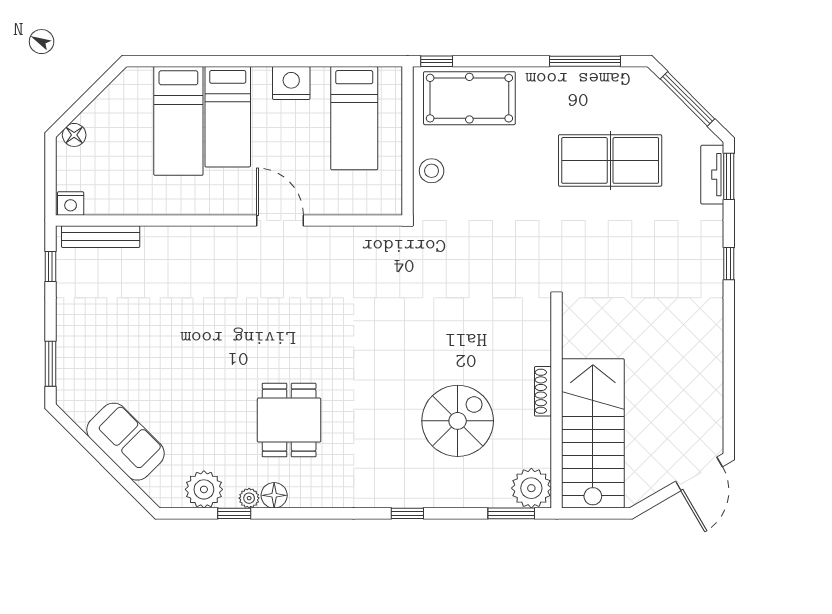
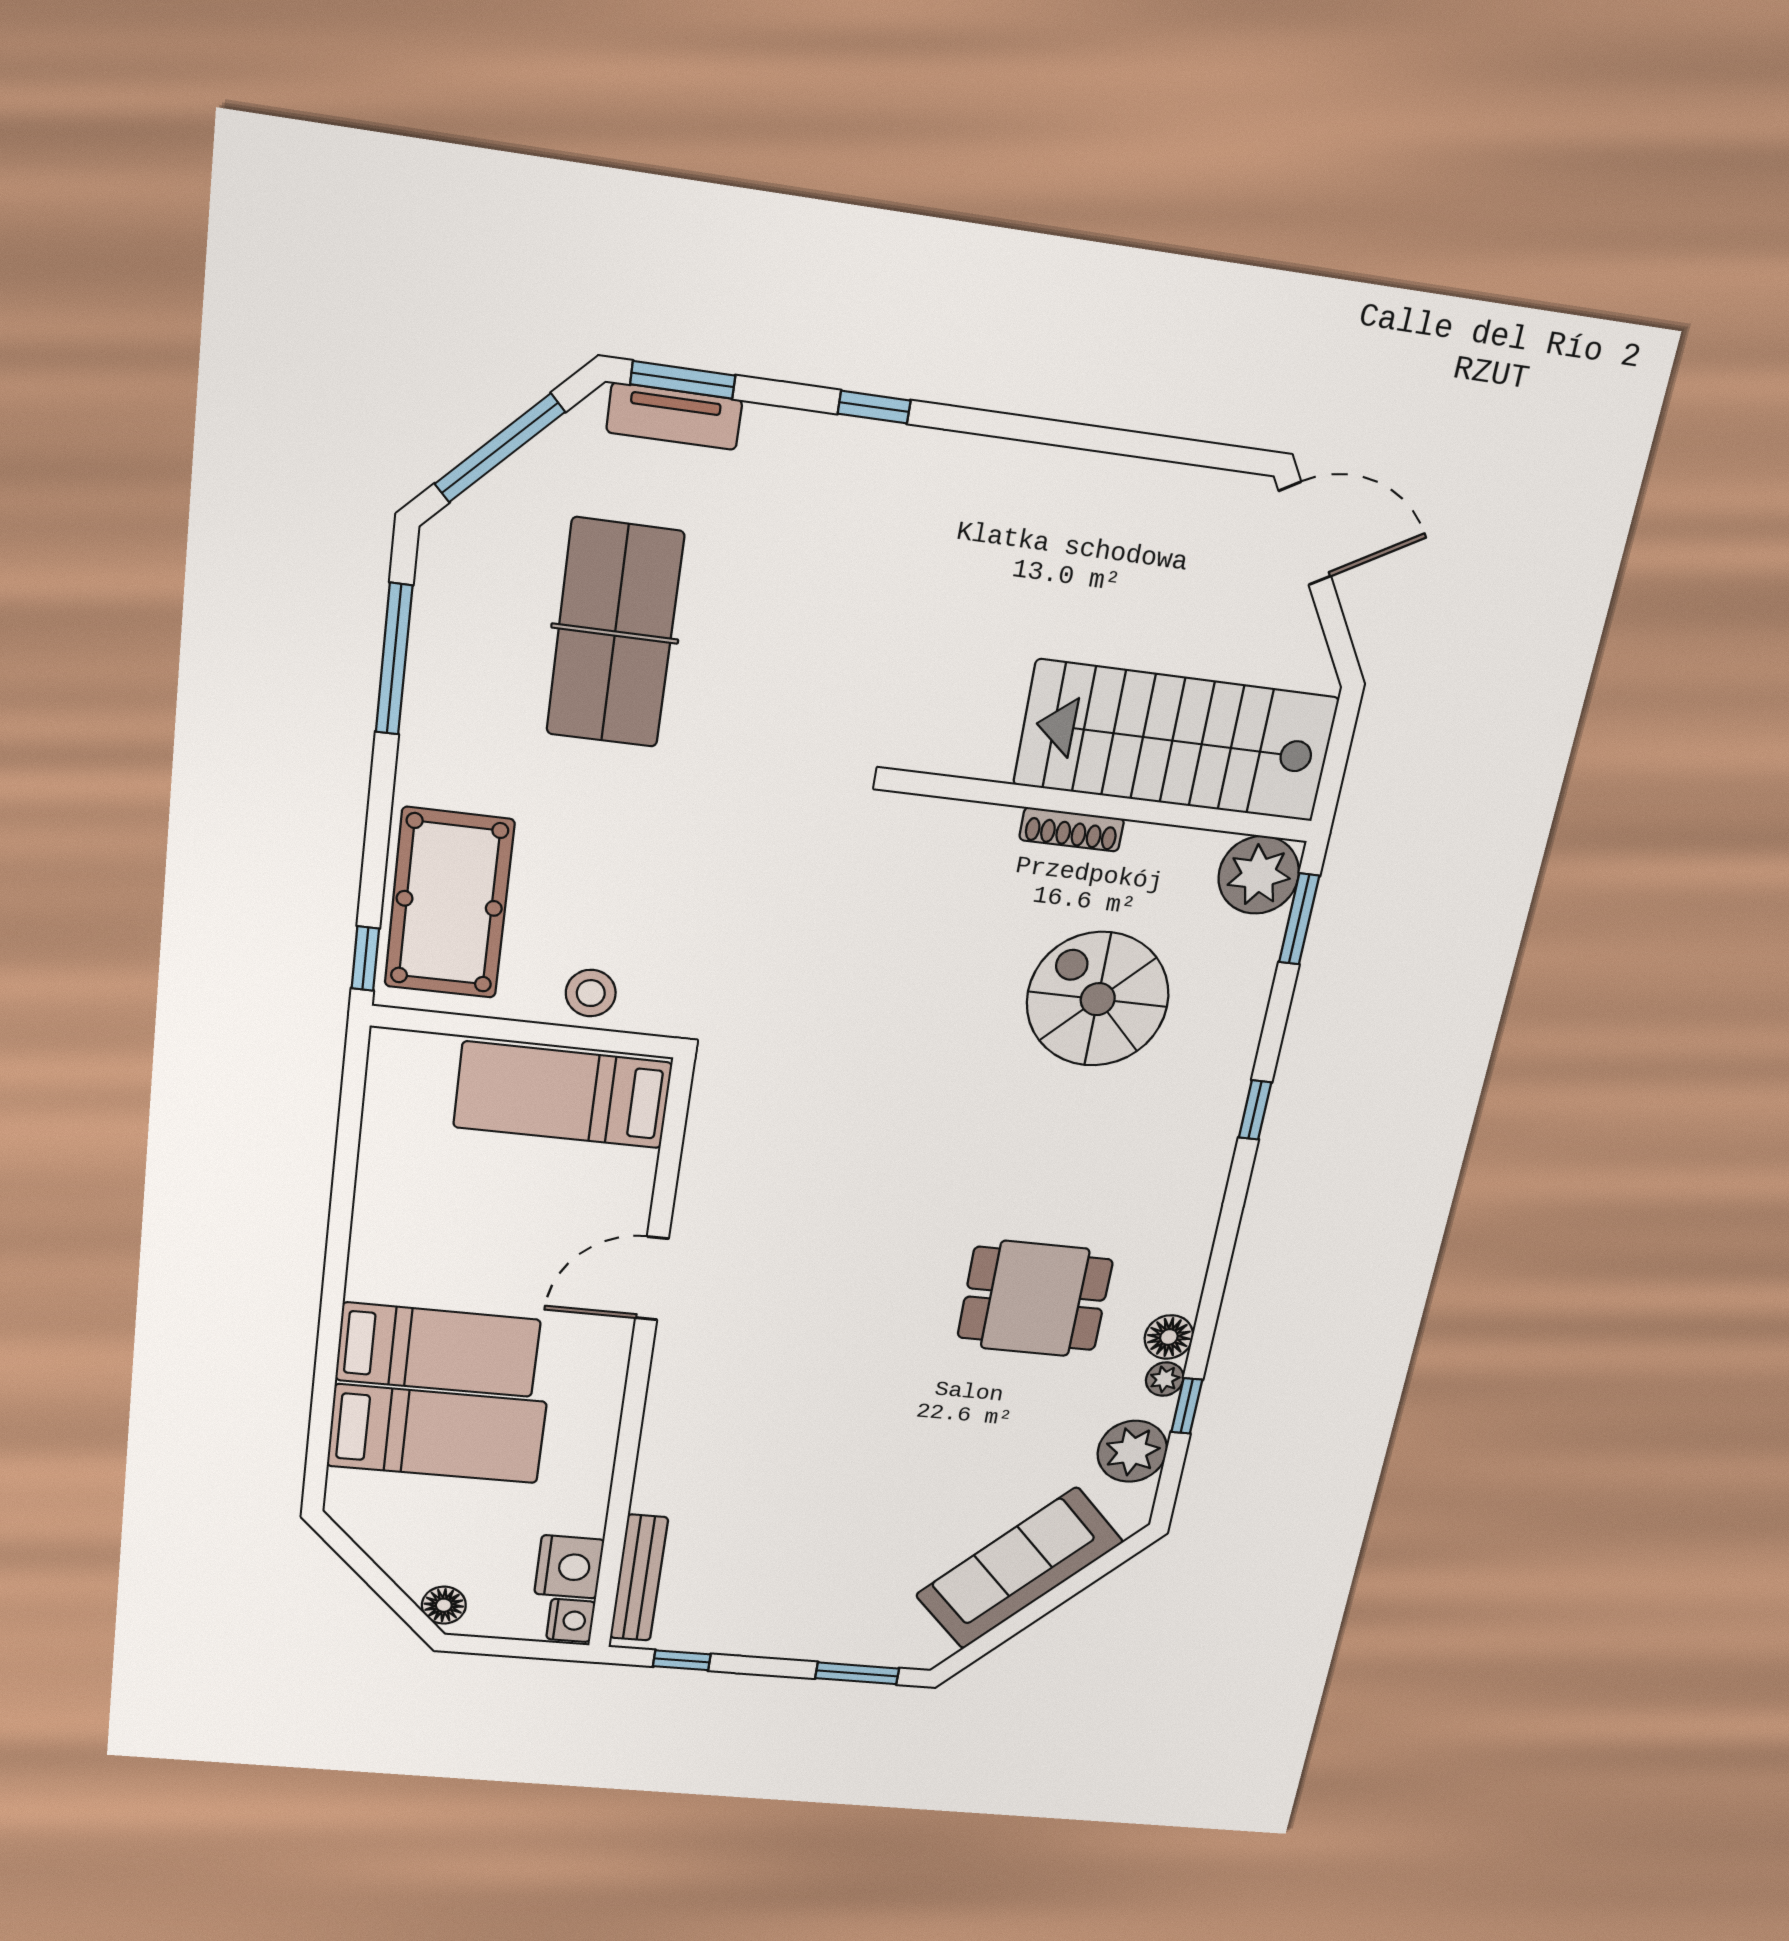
nightstand: (291, 83) -> (569, 1567), moved, turned 180
bed: (354, 118) -> (563, 1095), moved, turned 180
sofa: (126, 442) -> (1019, 1568), width x1.36

